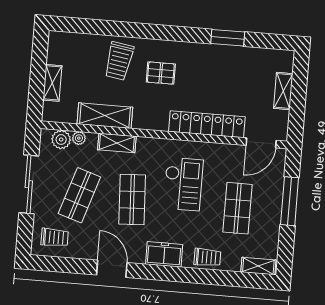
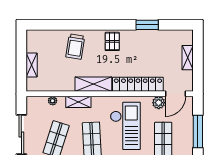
pallet: (161, 73) -> (112, 41), moved, turned 90
shelving: (105, 116) -> (93, 84), moved
plant: (61, 140) -> (159, 103), moved
checkout: (183, 184) -> (125, 126), width x1.36, depth x1.21

